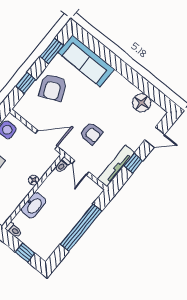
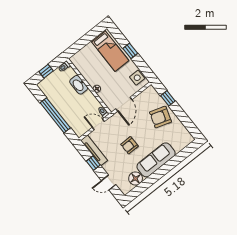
window: (52, 51) -> (187, 122), removed
sofa: (86, 61) -> (156, 160), moved
armchair: (53, 87) -> (160, 117), turned -48
armchair: (91, 133) -> (130, 145), moved
door: (155, 137) -> (109, 183), hinge flipped

